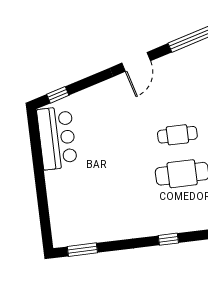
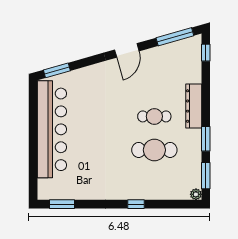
window: (58, 95) -> (57, 70), width x1.50
bar counter: (57, 138) -> (52, 129), width x1.86

